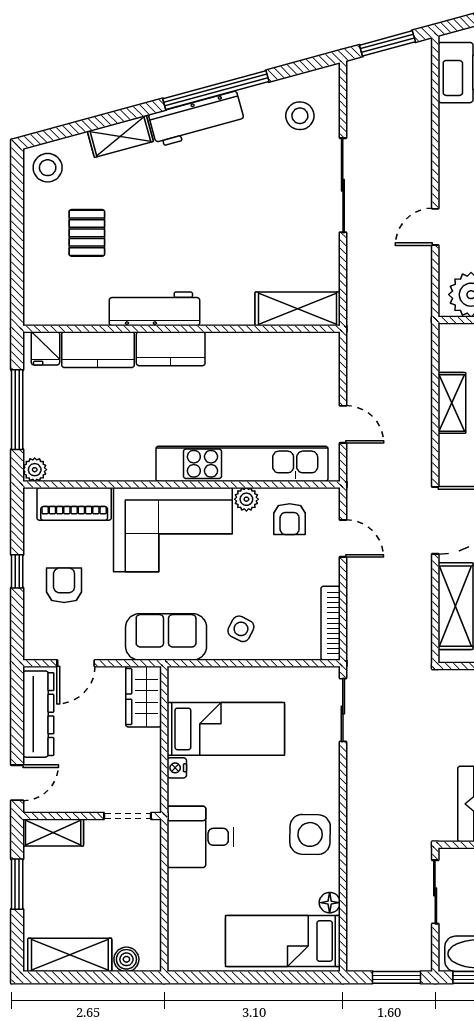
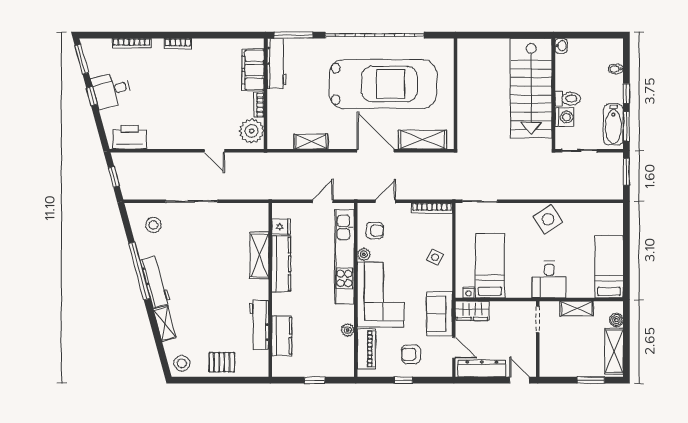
window: (387, 43) -> (114, 177), width x0.67
pallet: (87, 233) -> (222, 362), moved
workbench: (154, 309) -> (259, 325), moved
shelving: (298, 309) -> (259, 255), moved
fridge: (45, 348) -> (281, 227), moved
kitchen counter: (171, 349) -> (281, 264), moved, width x1.50
window: (17, 410) -> (315, 380), width x0.46
plant: (35, 470) -> (348, 330), moved
sofa: (166, 637) -> (439, 314), moved
nightstand: (177, 768) -> (469, 293), moved
shelving: (53, 832) -> (577, 308), moved, turned 90
side table: (310, 834) -> (548, 219), turned -34
window: (17, 884) -> (591, 380), moved
floor lamp: (330, 903) -> (585, 209), removed
bed: (283, 941) -> (609, 266), moved, turned 180

